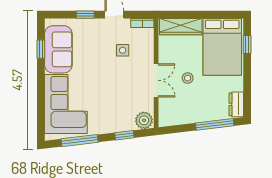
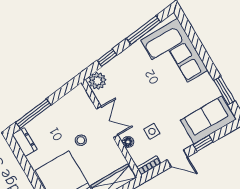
window: (41, 49) -> (224, 91), width x1.50
sofa: (58, 49) -> (208, 120), moved, turned 90
floor lamp: (148, 53) -> (128, 142), added
double door: (156, 80) -> (107, 122), swing flipped

